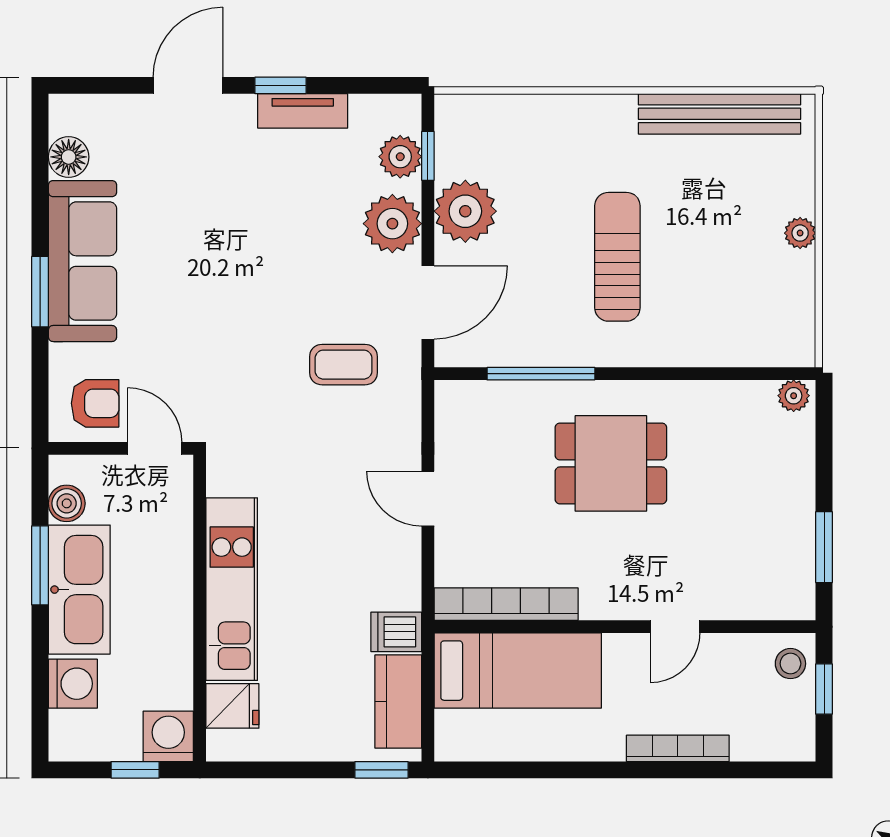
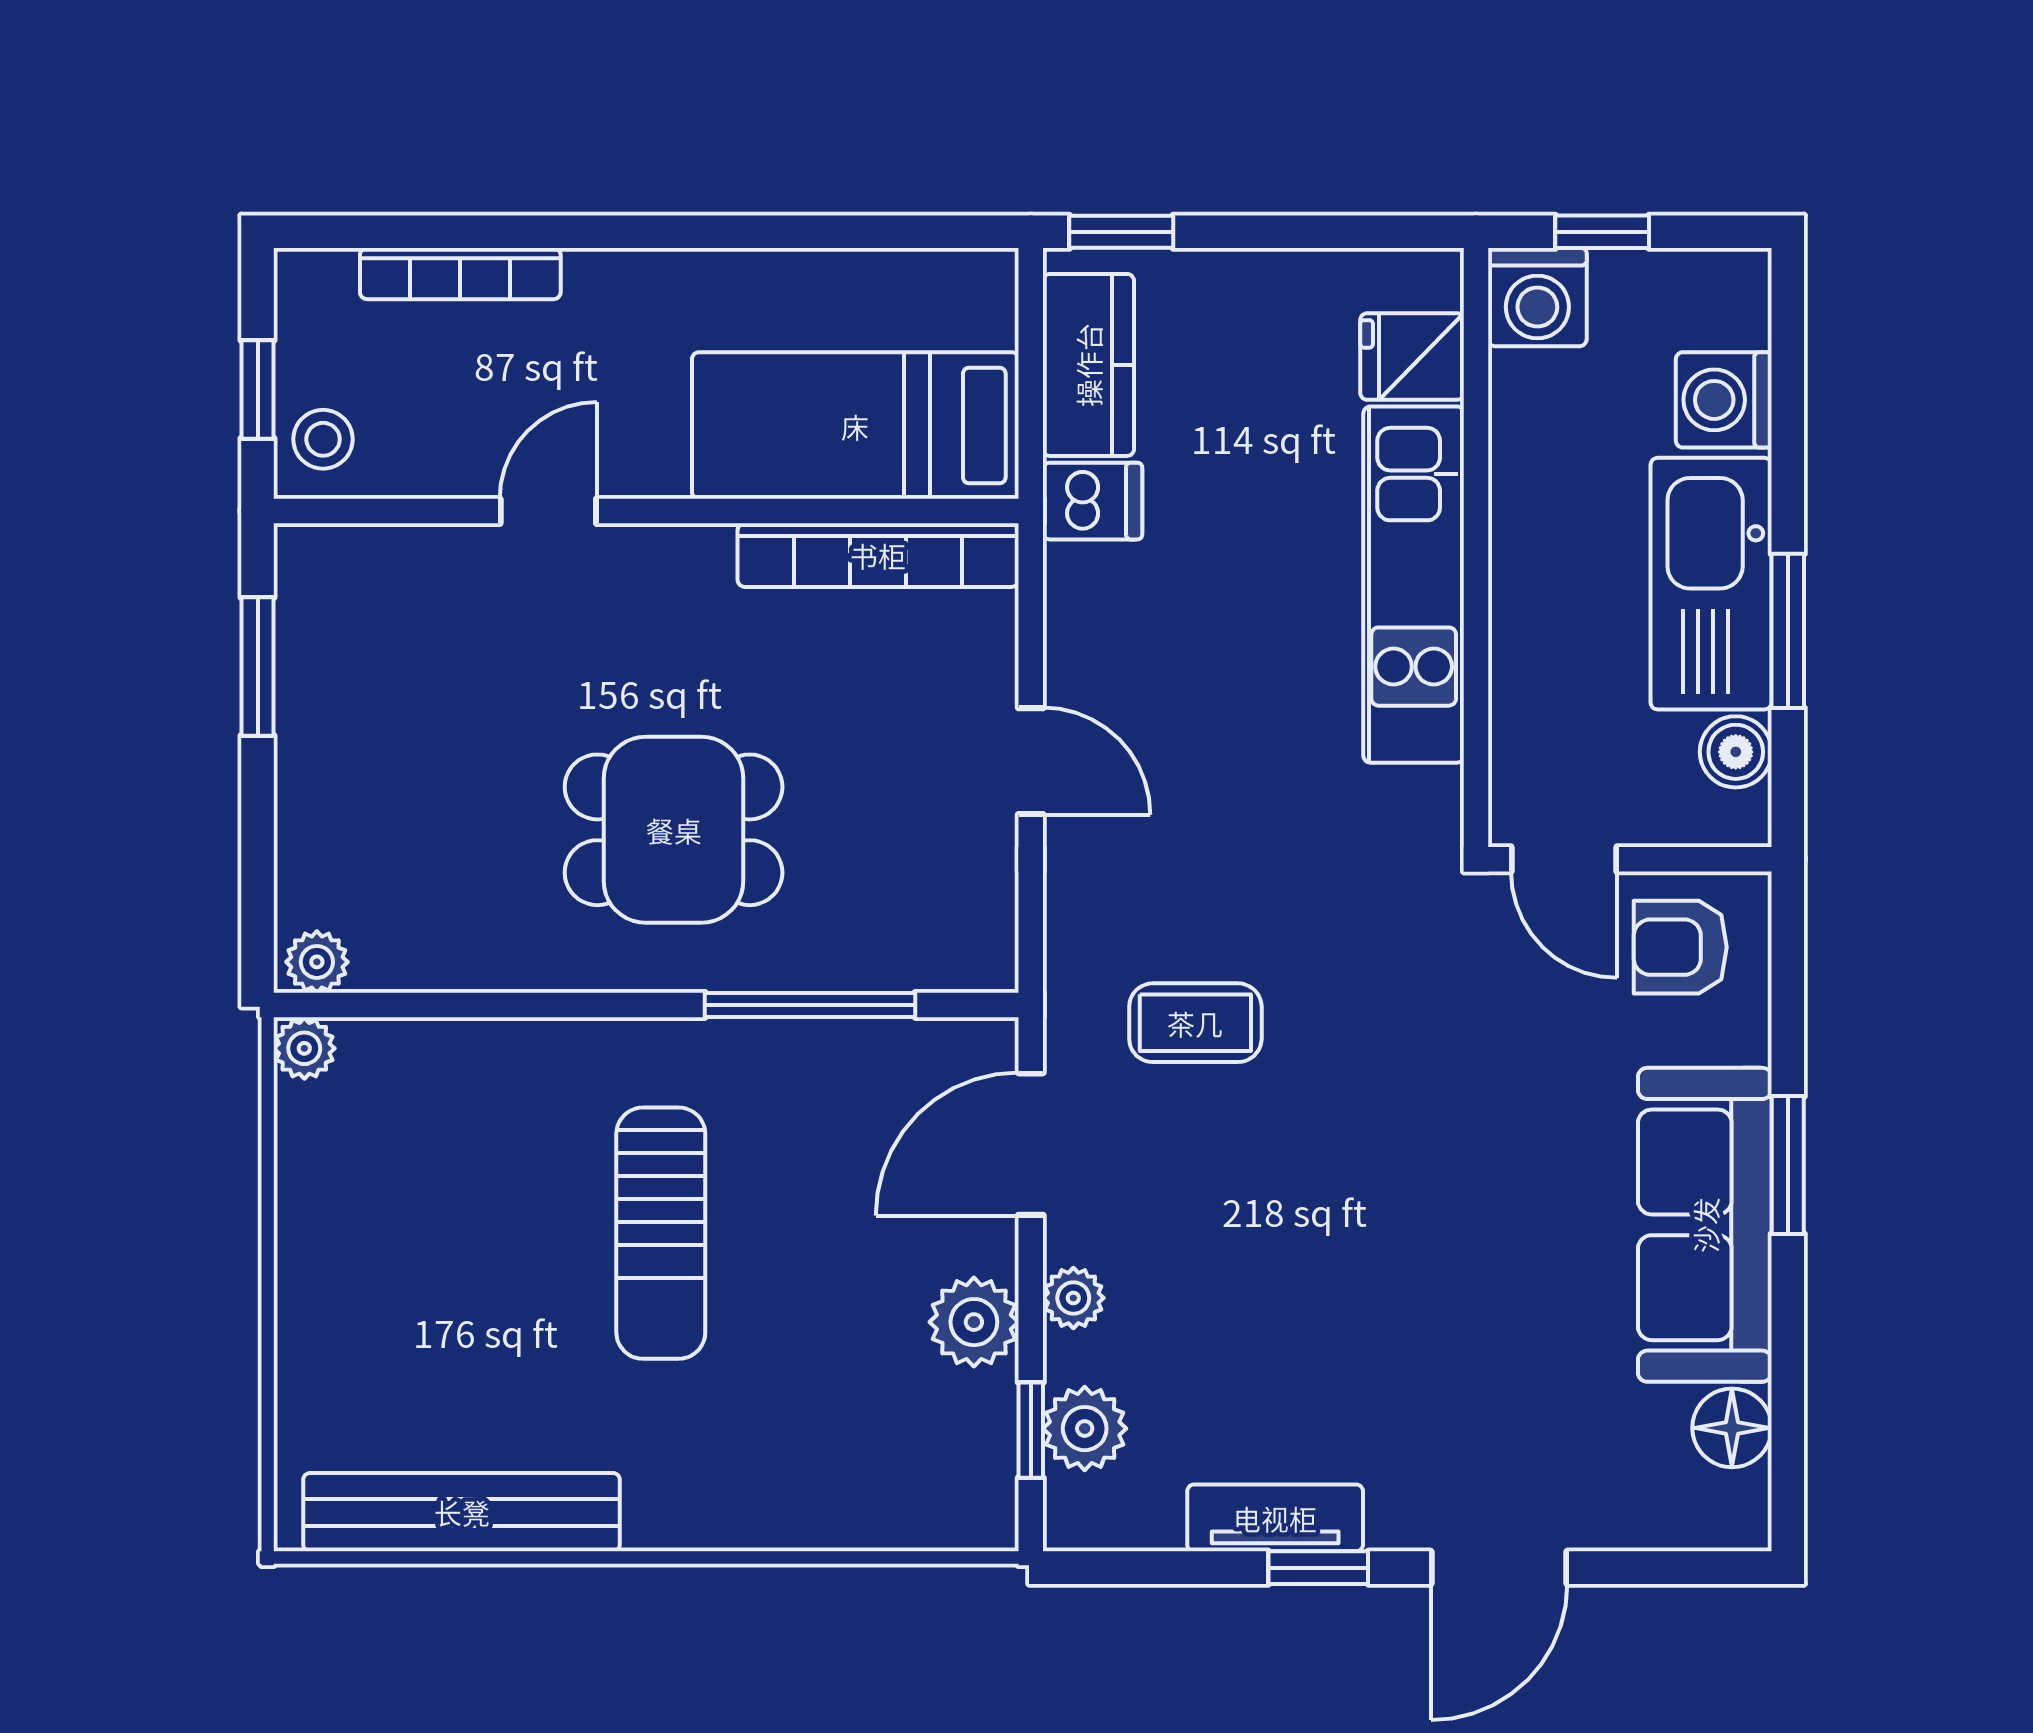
plant: (465, 211) -> (974, 1322), width x0.73, depth x0.73
plant: (392, 224) -> (1073, 1298), width x0.53, depth x0.53
plant: (800, 233) -> (304, 1048), moved
bookcase: (678, 748) -> (460, 274), moved

